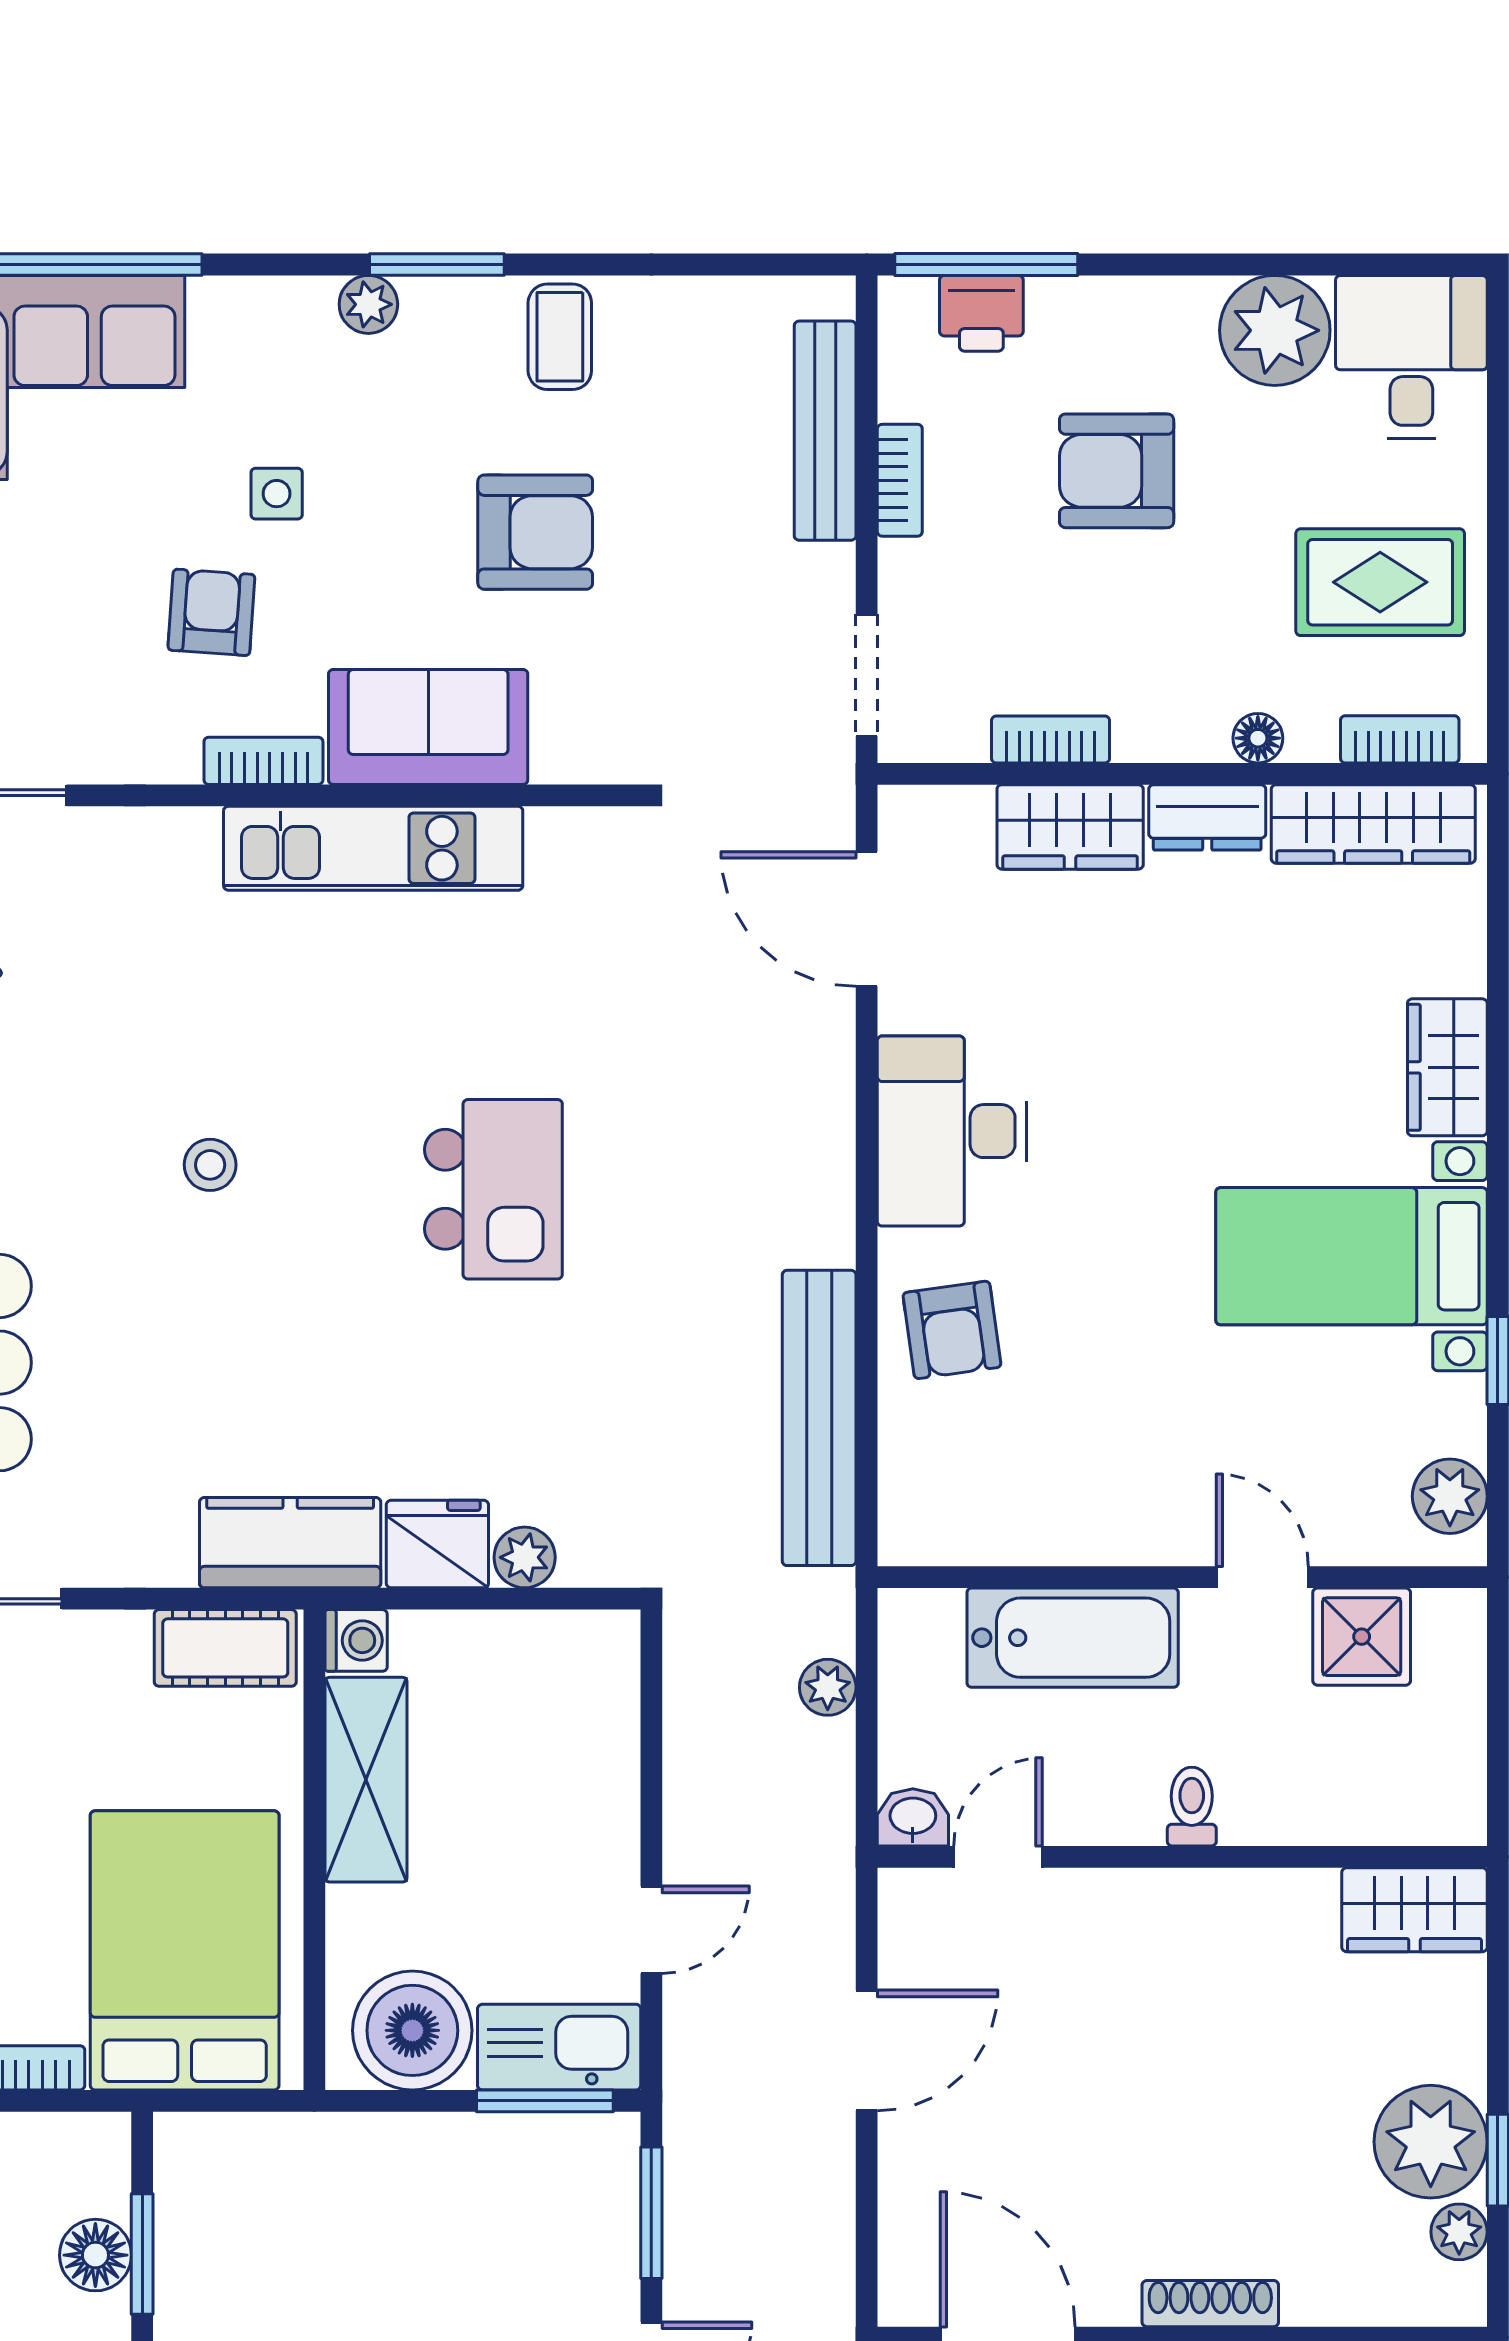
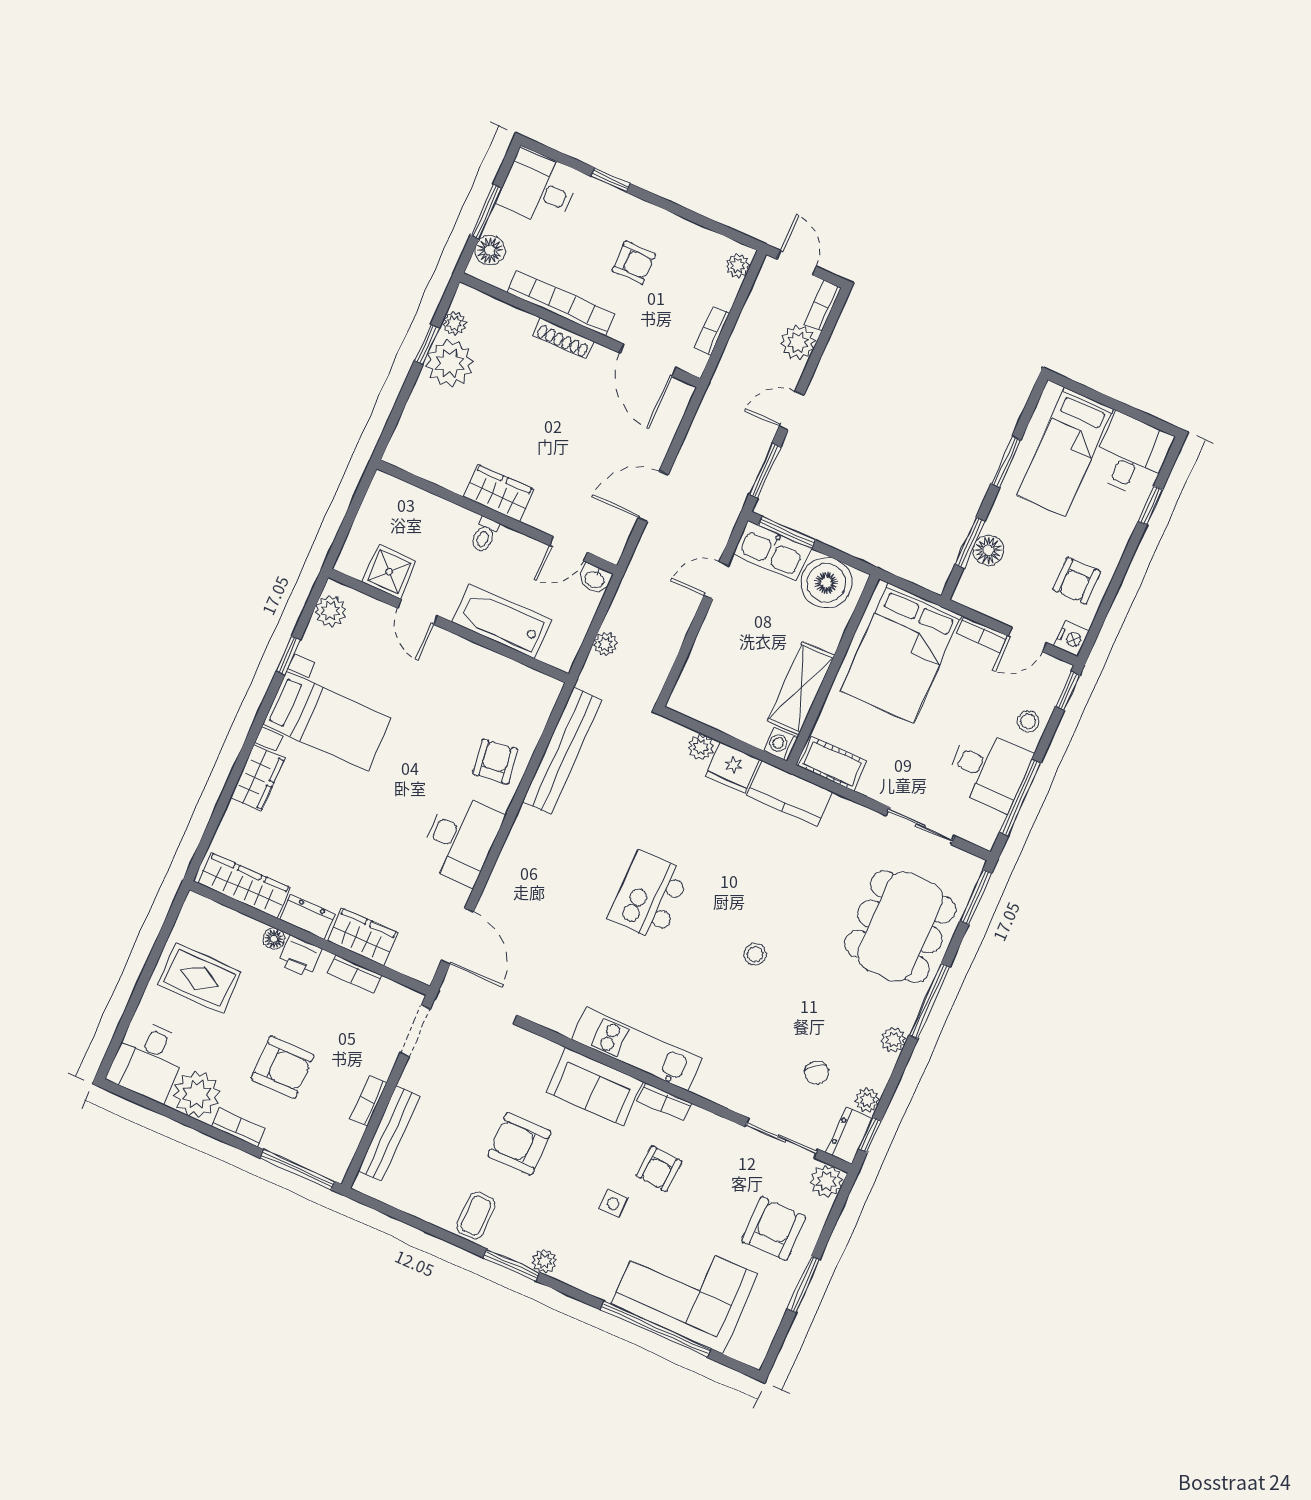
printer: (981, 313) -> (300, 956), moved, turned 180
bookcase: (1400, 739) -> (238, 1127), moved, turned 180
wardrobe: (1414, 1910) -> (498, 493), moved

